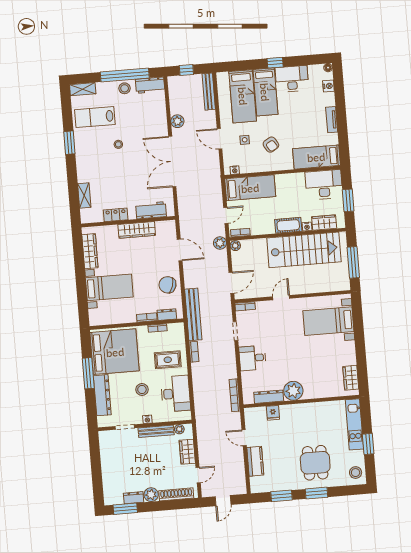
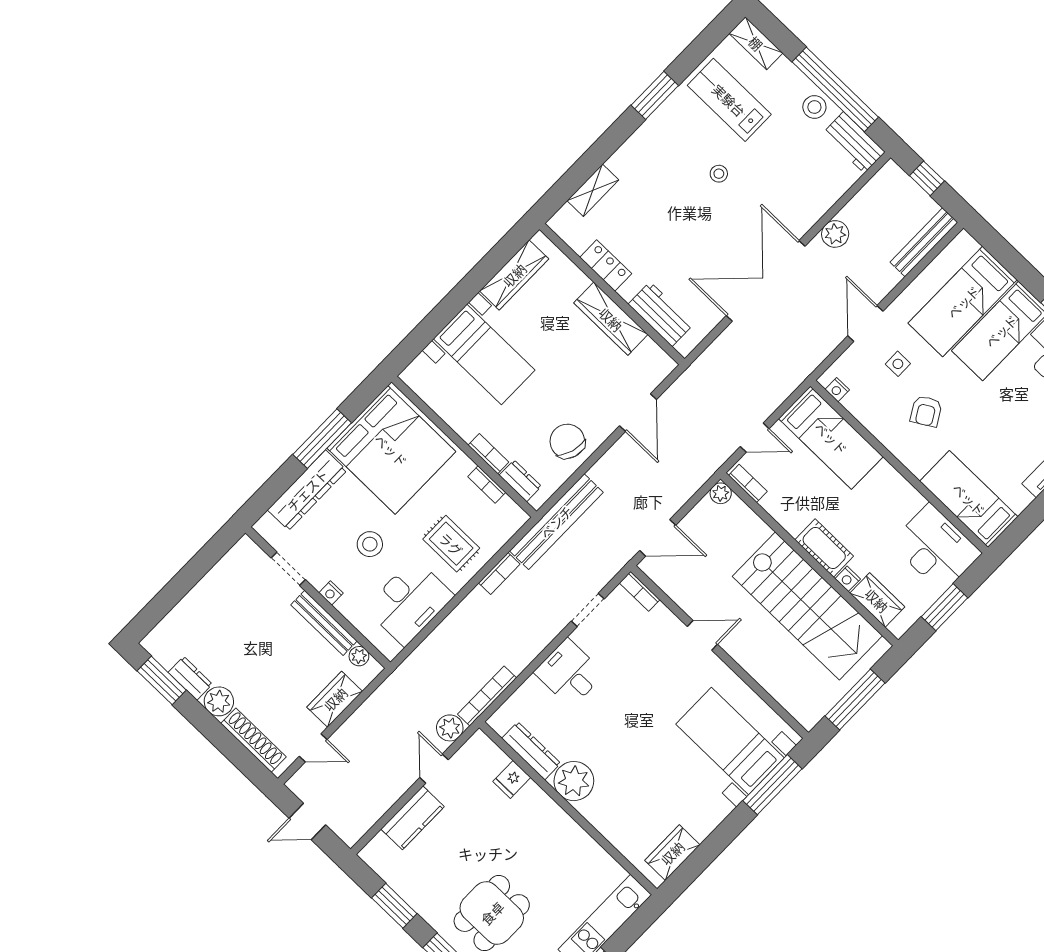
plant: (220, 243) -> (450, 728), moved
window: (358, 320) -> (772, 785), added

